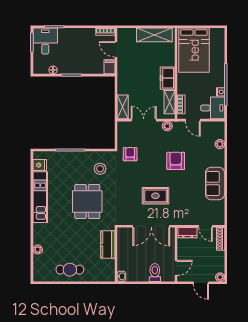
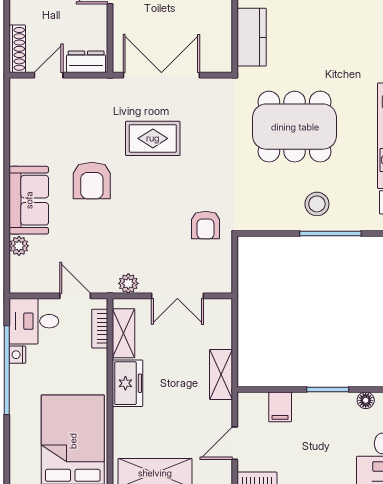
door: (116, 49) -> (235, 443), swing flipped
filing cabinet: (110, 67) -> (280, 407), moved
shelving: (123, 107) -> (221, 374), moved
armchair: (176, 161) -> (92, 180), moved
stool: (100, 169) -> (317, 204), moved
sofa: (215, 183) -> (29, 200), moved
dining table: (87, 201) -> (295, 127), width x1.38
door: (206, 226) -> (49, 75), hinge flipped

